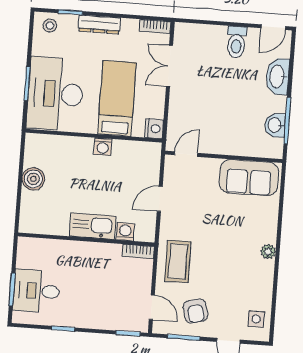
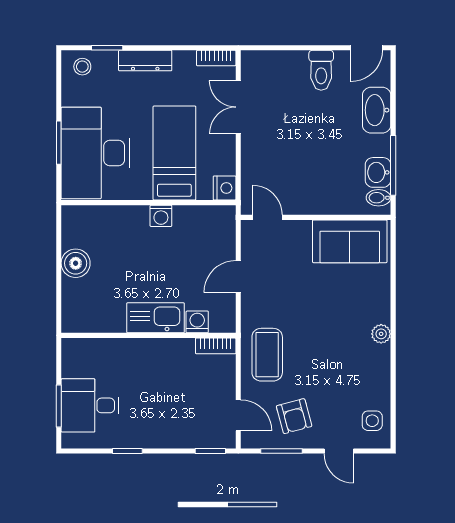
bidet: (274, 145) -> (378, 198), added
door: (186, 154) -> (268, 217), hinge flipped

